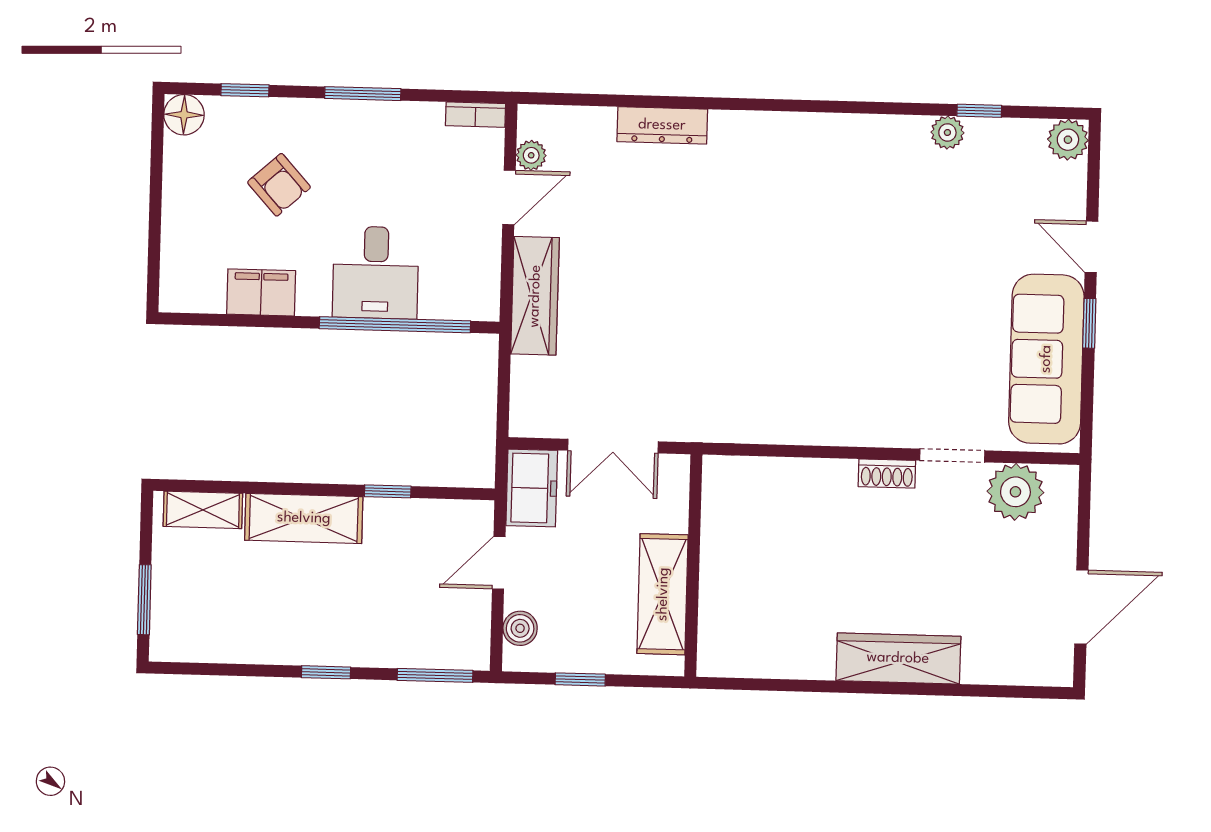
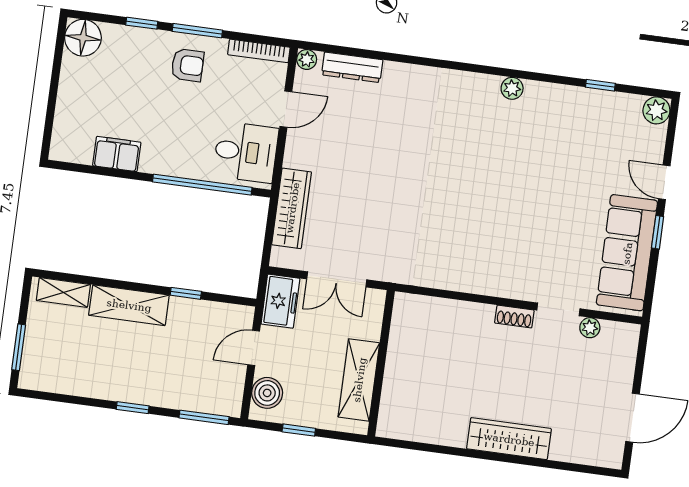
window: (245, 90) -> (142, 23), moved
floor lamp: (184, 115) -> (83, 38), width x1.38, depth x1.38
bookcase: (476, 115) -> (259, 51), width x1.56
dresser: (662, 125) -> (352, 67), moved
plant: (947, 132) -> (512, 88), moved
plant: (531, 155) -> (307, 59), moved
armchair: (279, 185) -> (188, 65), moved, turned -48
desk: (376, 273) -> (246, 152), moved, turned -90
wardrobe: (535, 296) -> (292, 208), moved
plant: (1015, 492) -> (590, 328), width x0.53, depth x0.53
boiler: (520, 628) -> (267, 393), width x1.36, depth x1.36

